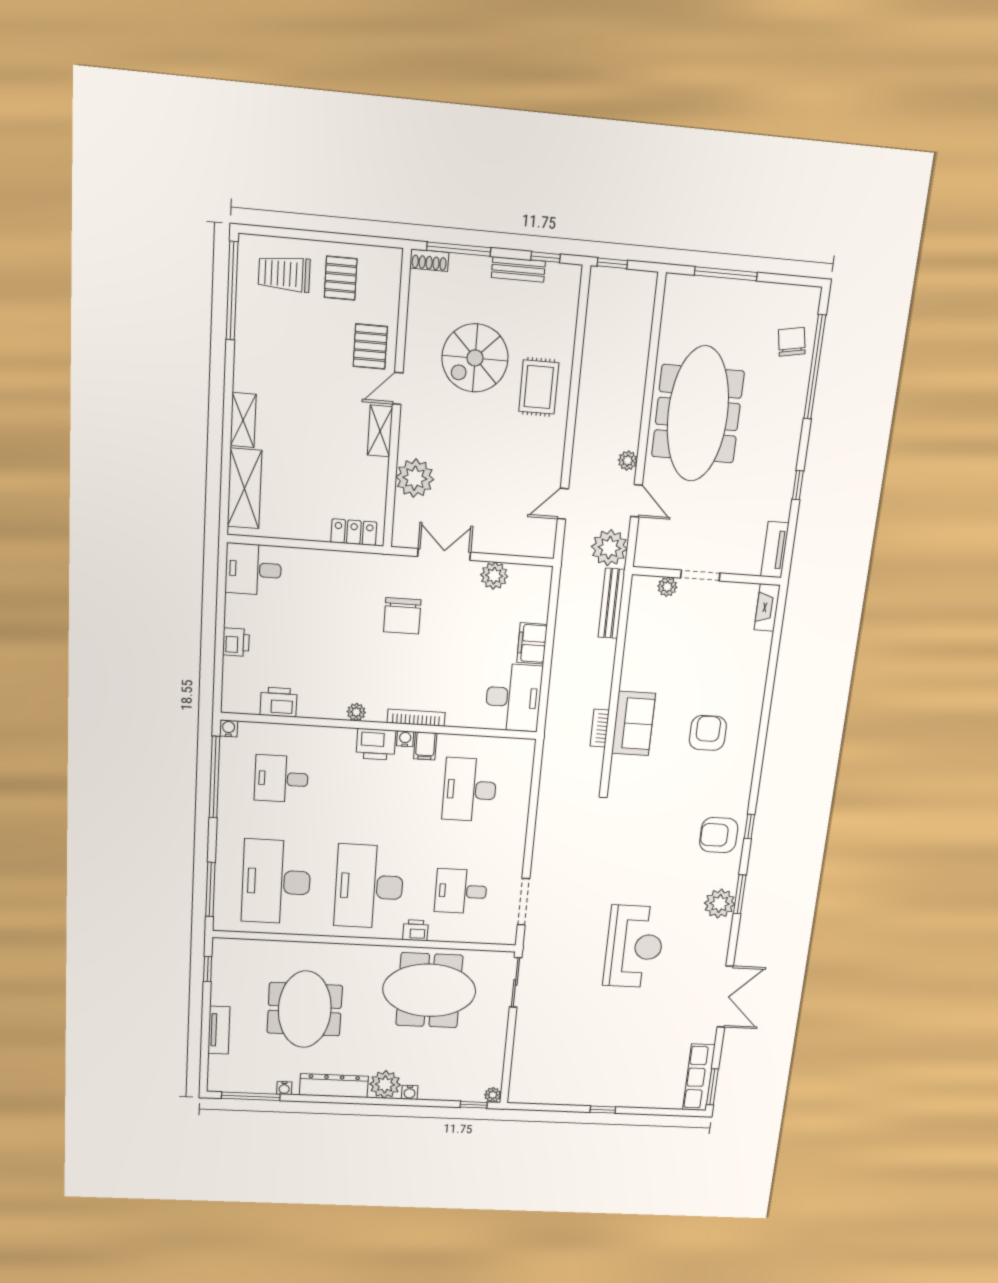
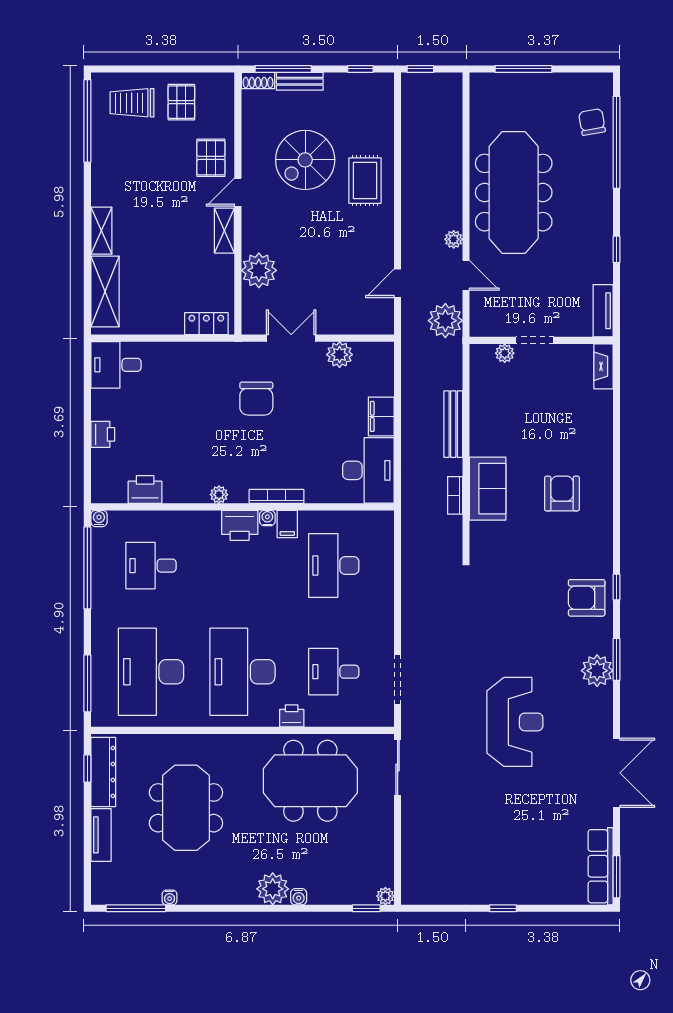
bench: (518, 269) -> (300, 81), moved
bench: (612, 603) -> (453, 424), moved
dresser: (334, 1086) -> (103, 772), moved, turned 90

